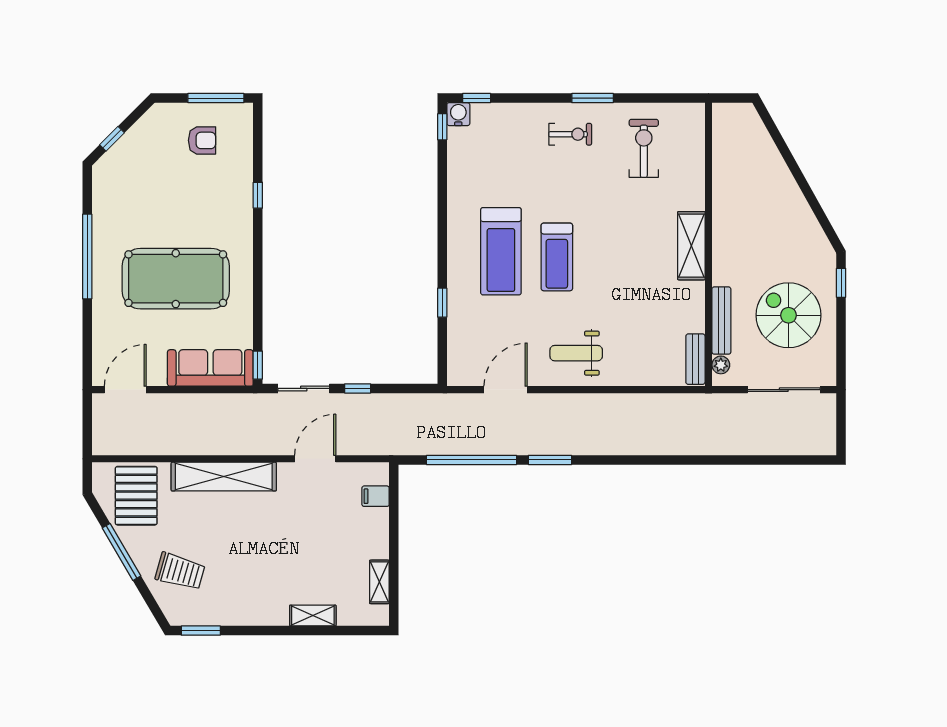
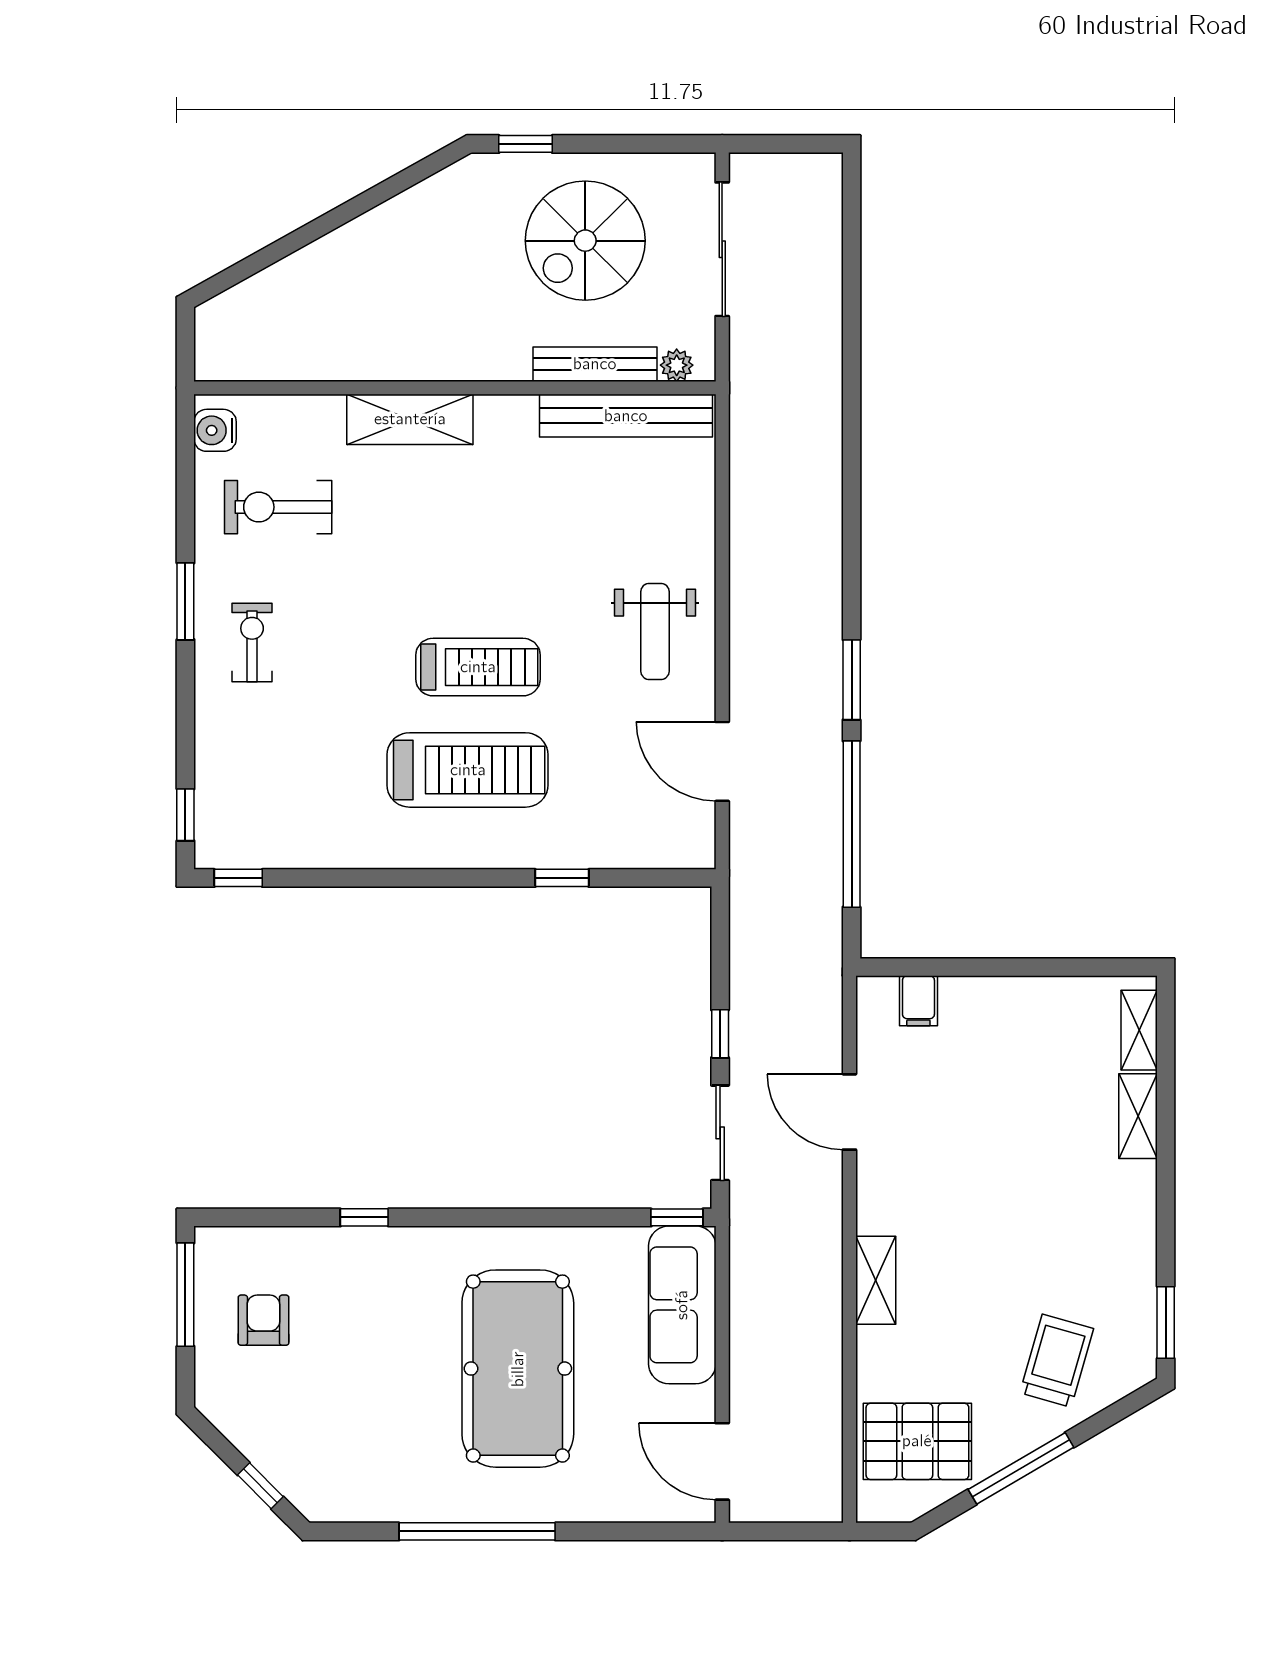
water cooler: (458, 114) -> (215, 430), moved
shelving: (691, 246) -> (410, 419), moved
bench: (695, 359) -> (626, 416), width x1.86, depth x1.21
shelving: (224, 477) -> (876, 1280), width x0.45, depth x0.75
shelving: (379, 582) -> (1139, 1030), moved, turned 90

